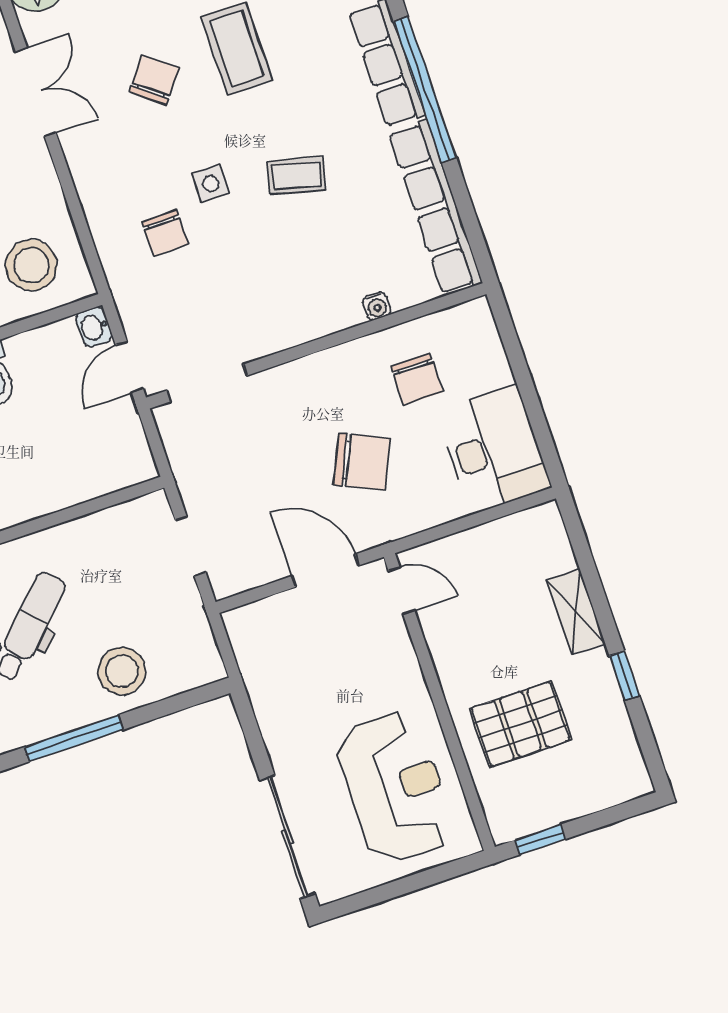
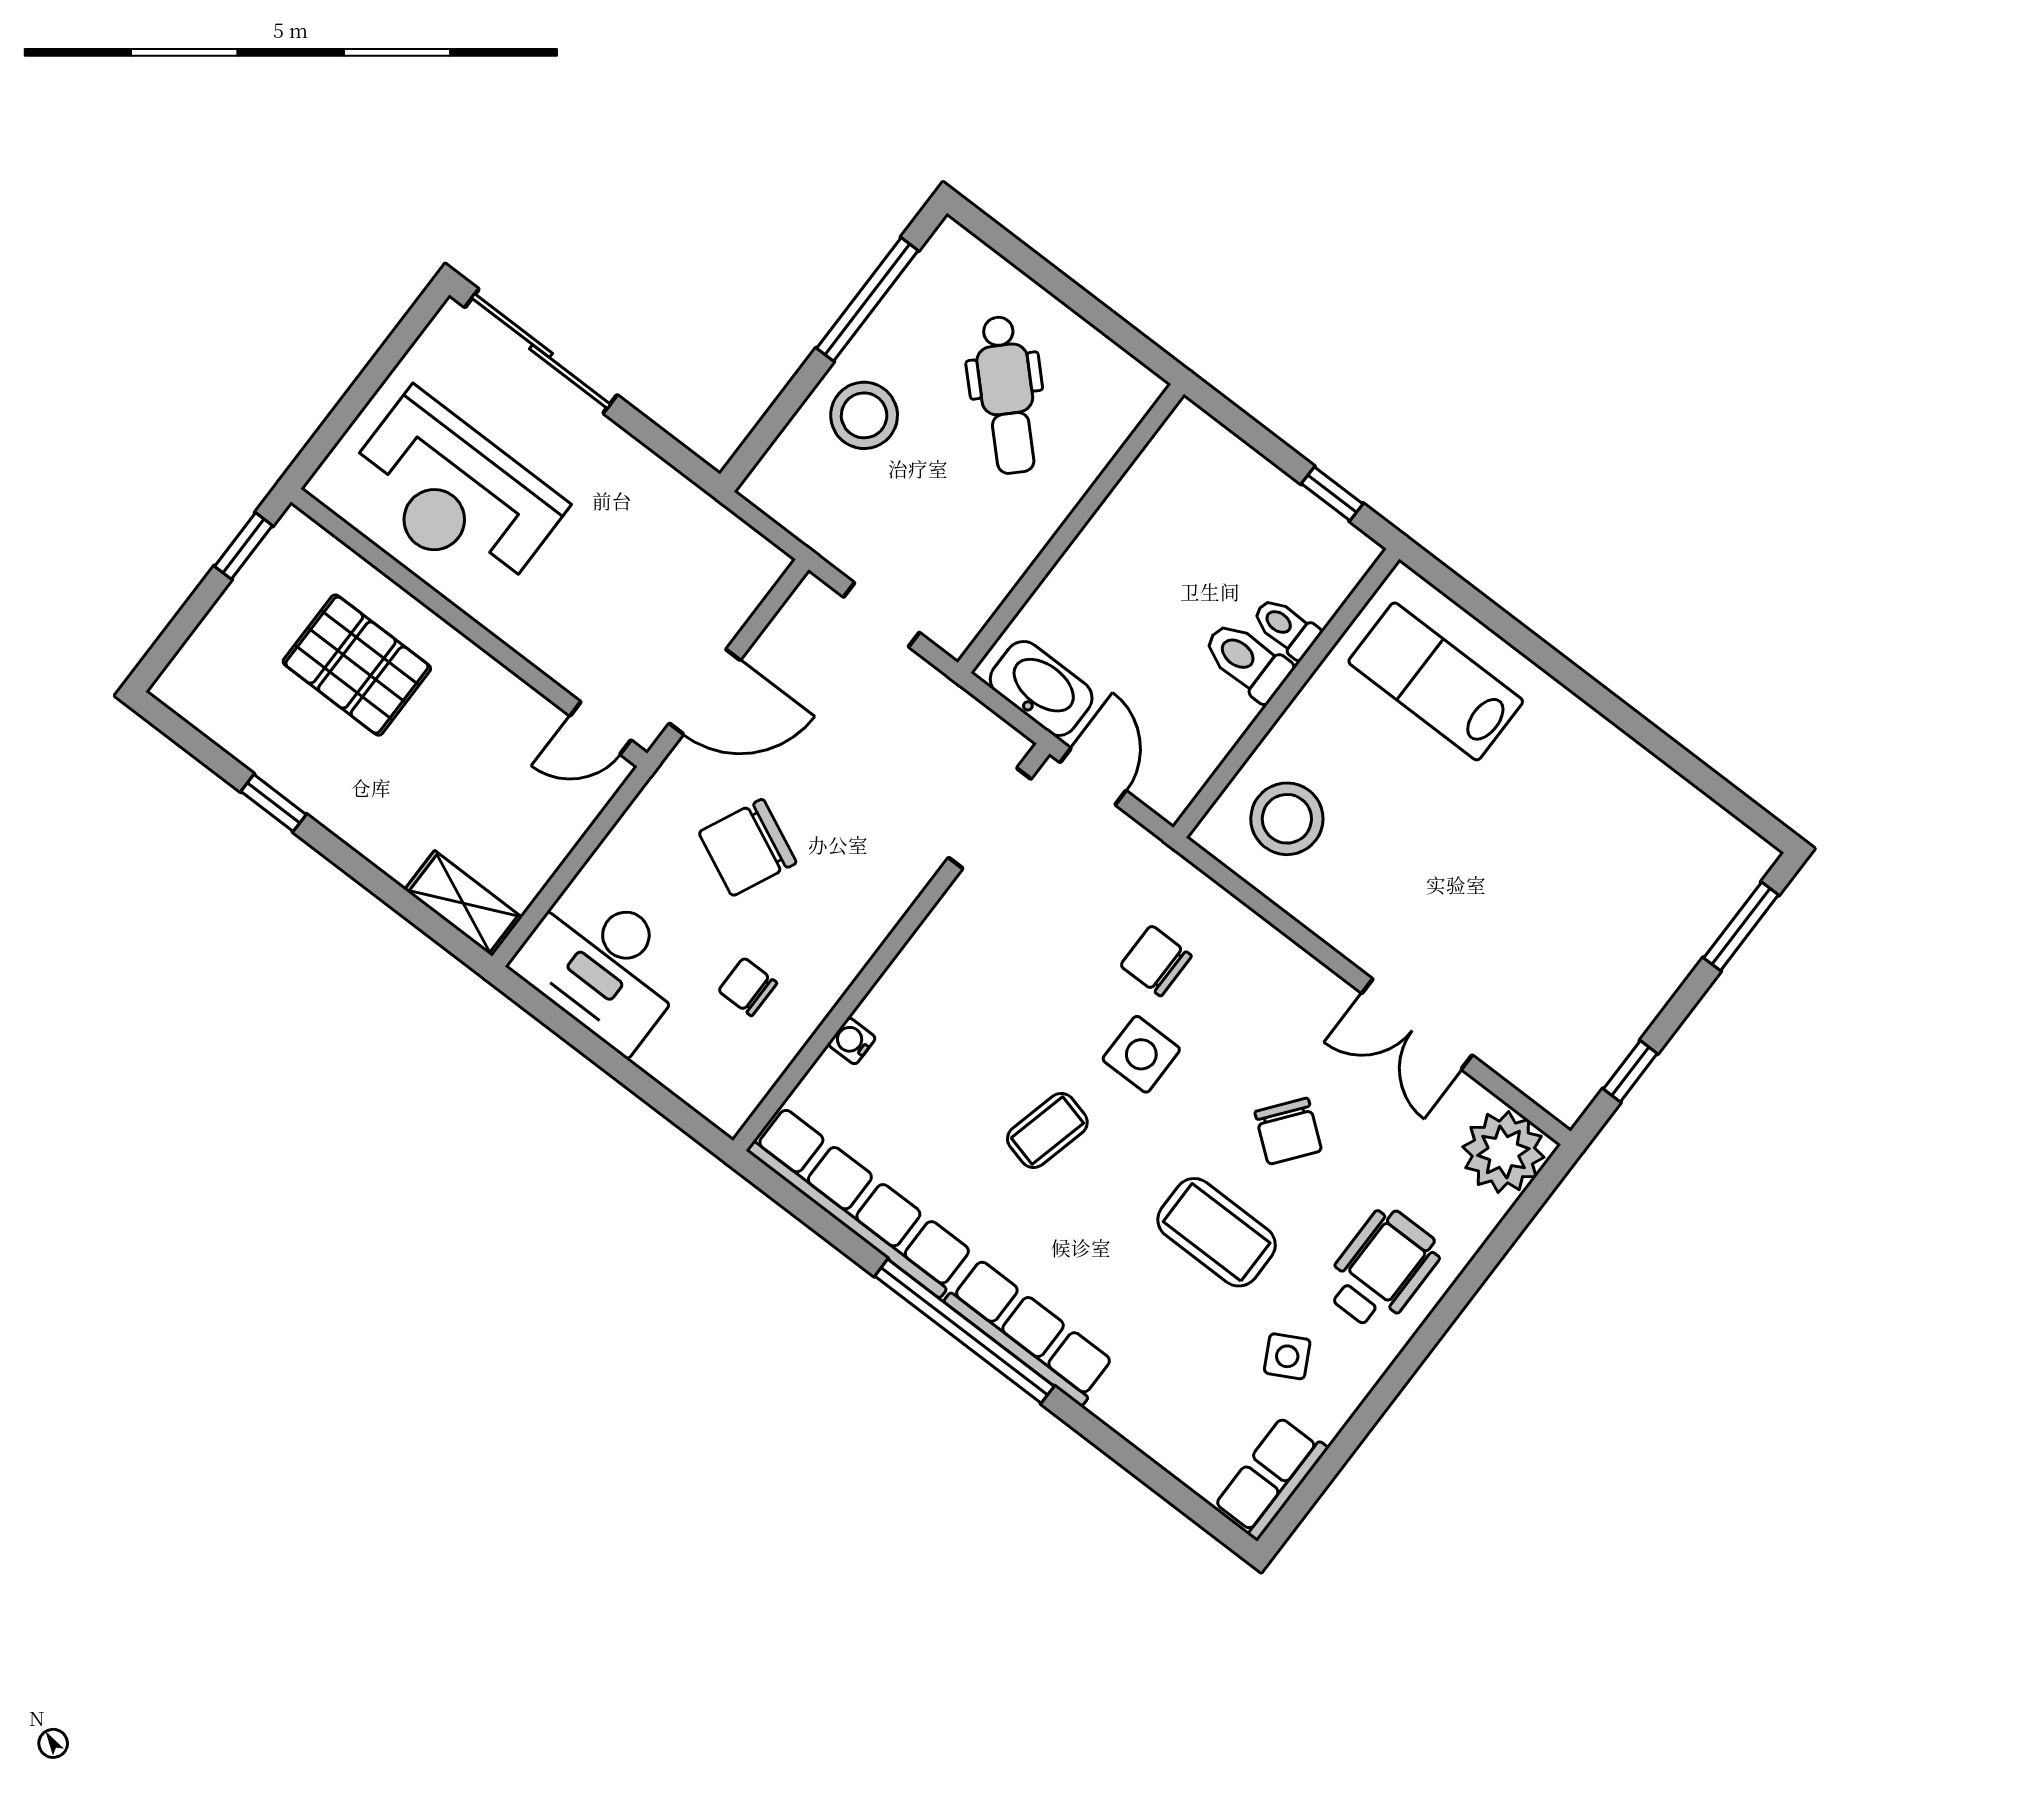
side table: (211, 183) -> (1141, 1054), width x1.37, depth x1.37
washbasin: (94, 327) -> (1041, 688), moved, width x1.91, depth x1.45
chair: (417, 379) -> (748, 987), width x0.73, depth x0.73
shelving: (576, 612) -> (463, 903), moved
pallet: (521, 724) -> (357, 665), turned 90

